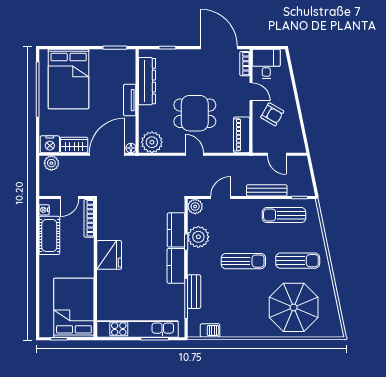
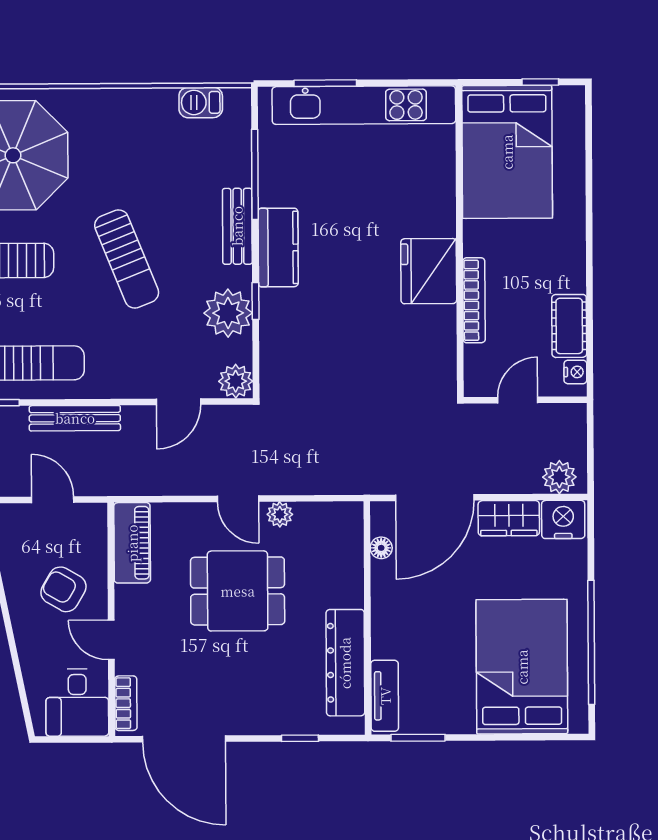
tv unit: (130, 100) -> (385, 696), moved
plant: (152, 142) -> (280, 514), moved, width x0.53, depth x0.53
floor lamp: (131, 148) -> (381, 548), moved
bookcase: (89, 218) -> (474, 300), moved
kitchen counter: (176, 230) -> (278, 328), removed
cot: (49, 235) -> (569, 326), width x0.73, depth x0.75
sun lounger: (243, 261) -> (127, 259), turned -112
bench: (194, 292) -> (237, 226), moved

